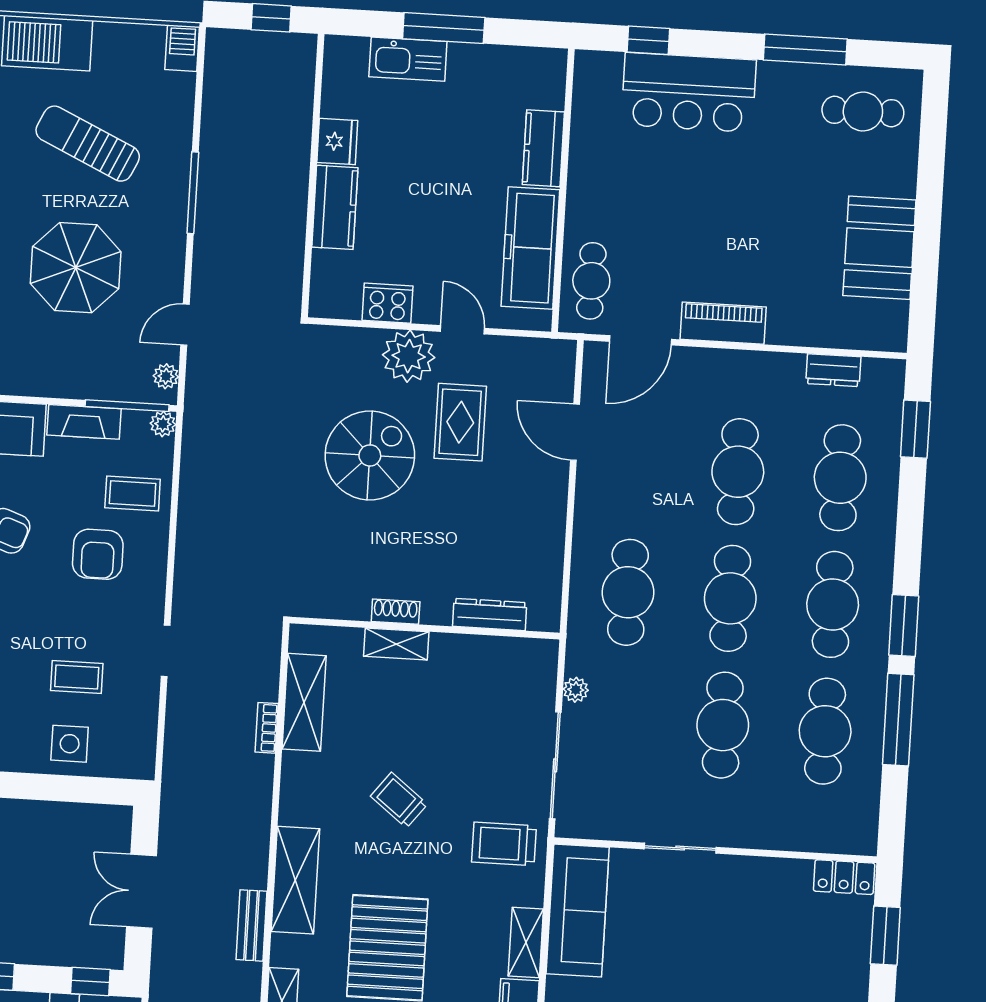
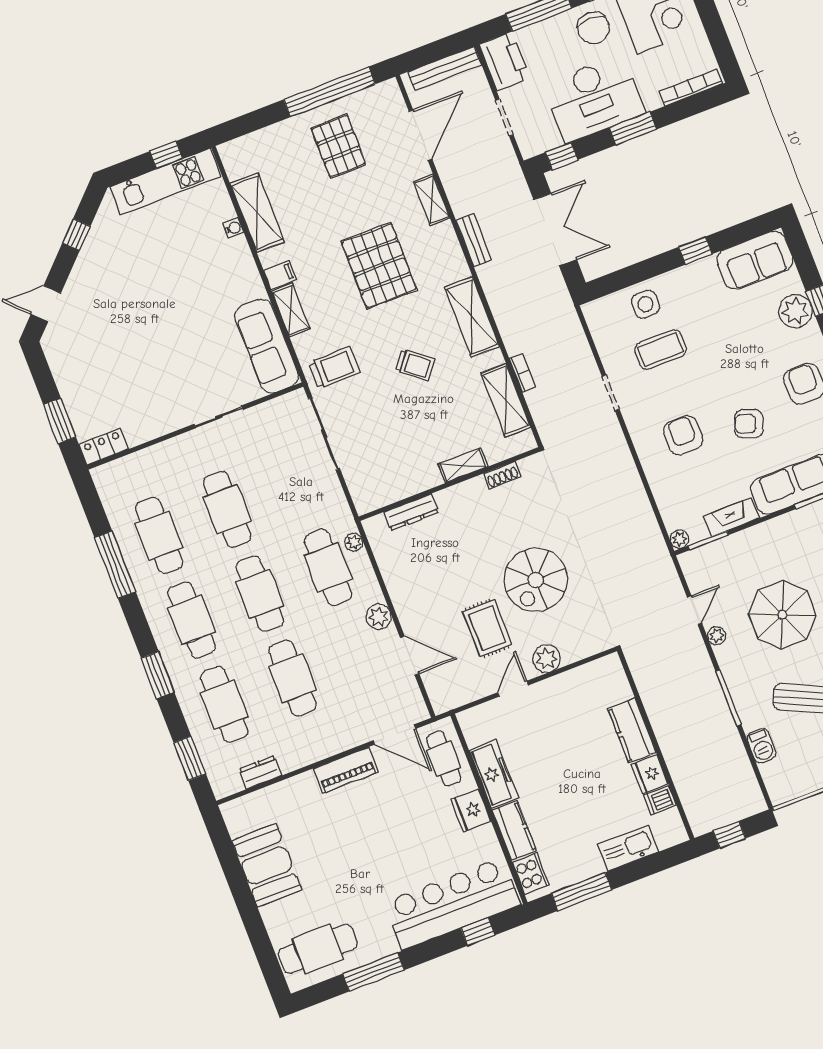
window: (444, 28) -> (582, 892), moved
barbecue: (182, 48) -> (761, 746), moved
bar counter: (689, 92) -> (452, 904), width x1.36
dishwasher: (340, 102) -> (660, 800), added
cafe table: (863, 112) -> (318, 949), width x1.37, depth x1.35
fridge: (587, 199) -> (471, 810), added
freezer: (530, 248) -> (494, 774), width x0.73, depth x0.79
cooker: (387, 303) -> (531, 873), moved, turned -90
door: (462, 330) -> (513, 689), swing flipped
door: (640, 340) -> (394, 735), swing flipped
plant: (409, 356) -> (547, 659), width x0.73, depth x0.73
plant: (166, 376) -> (717, 636), moved
window: (127, 406) -> (708, 540), width x0.69
coffee table: (133, 494) -> (679, 485), removed
plant: (592, 500) -> (379, 617), added
shoe rack: (396, 612) -> (502, 475), moved
window: (904, 626) -> (158, 675), moved
coffee table: (77, 677) -> (660, 349), width x1.36, depth x1.30
plant: (576, 690) -> (354, 542), moved
shelving: (295, 880) -> (472, 317), moved
double door: (141, 891) -> (555, 230), width x1.37

